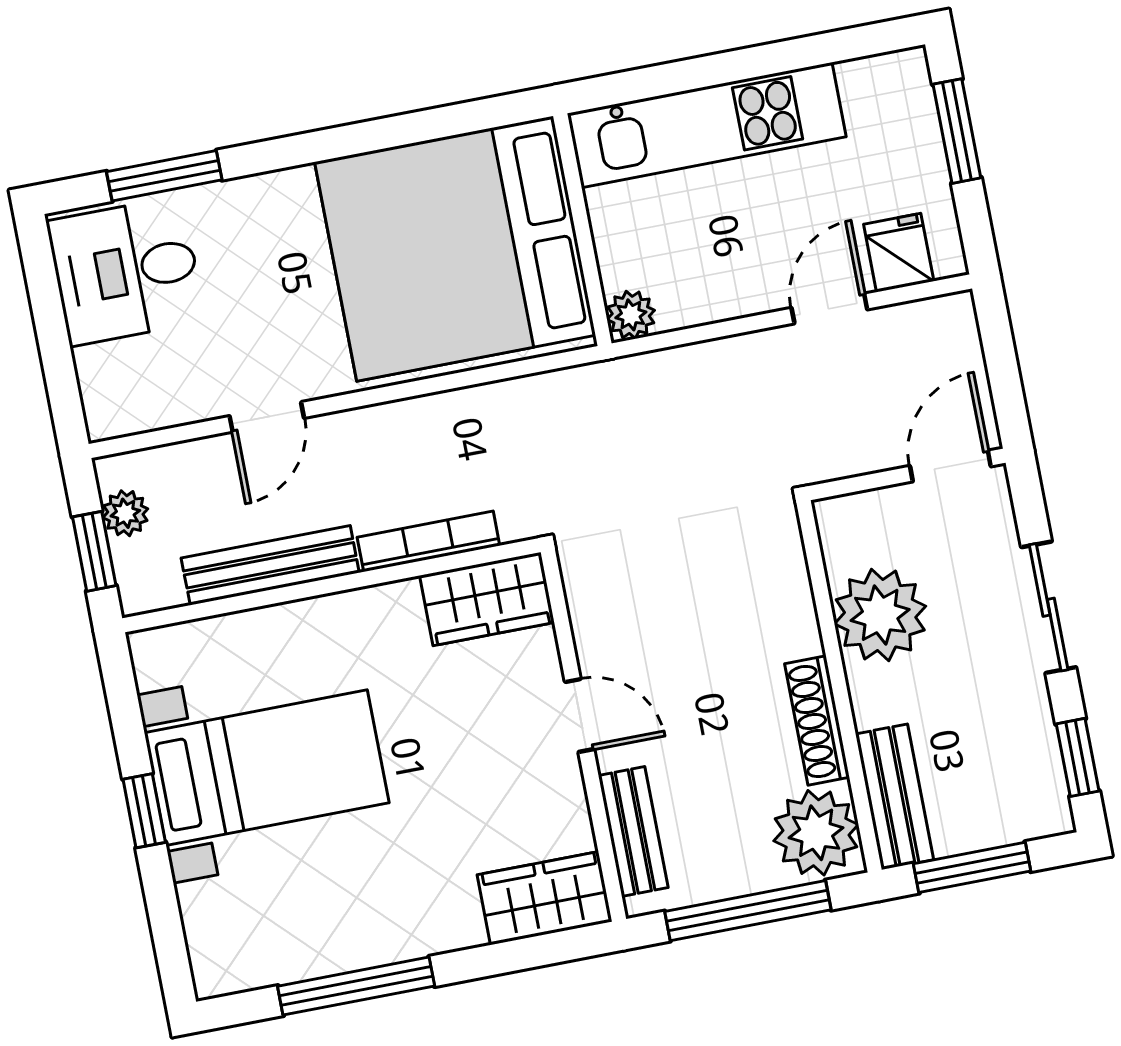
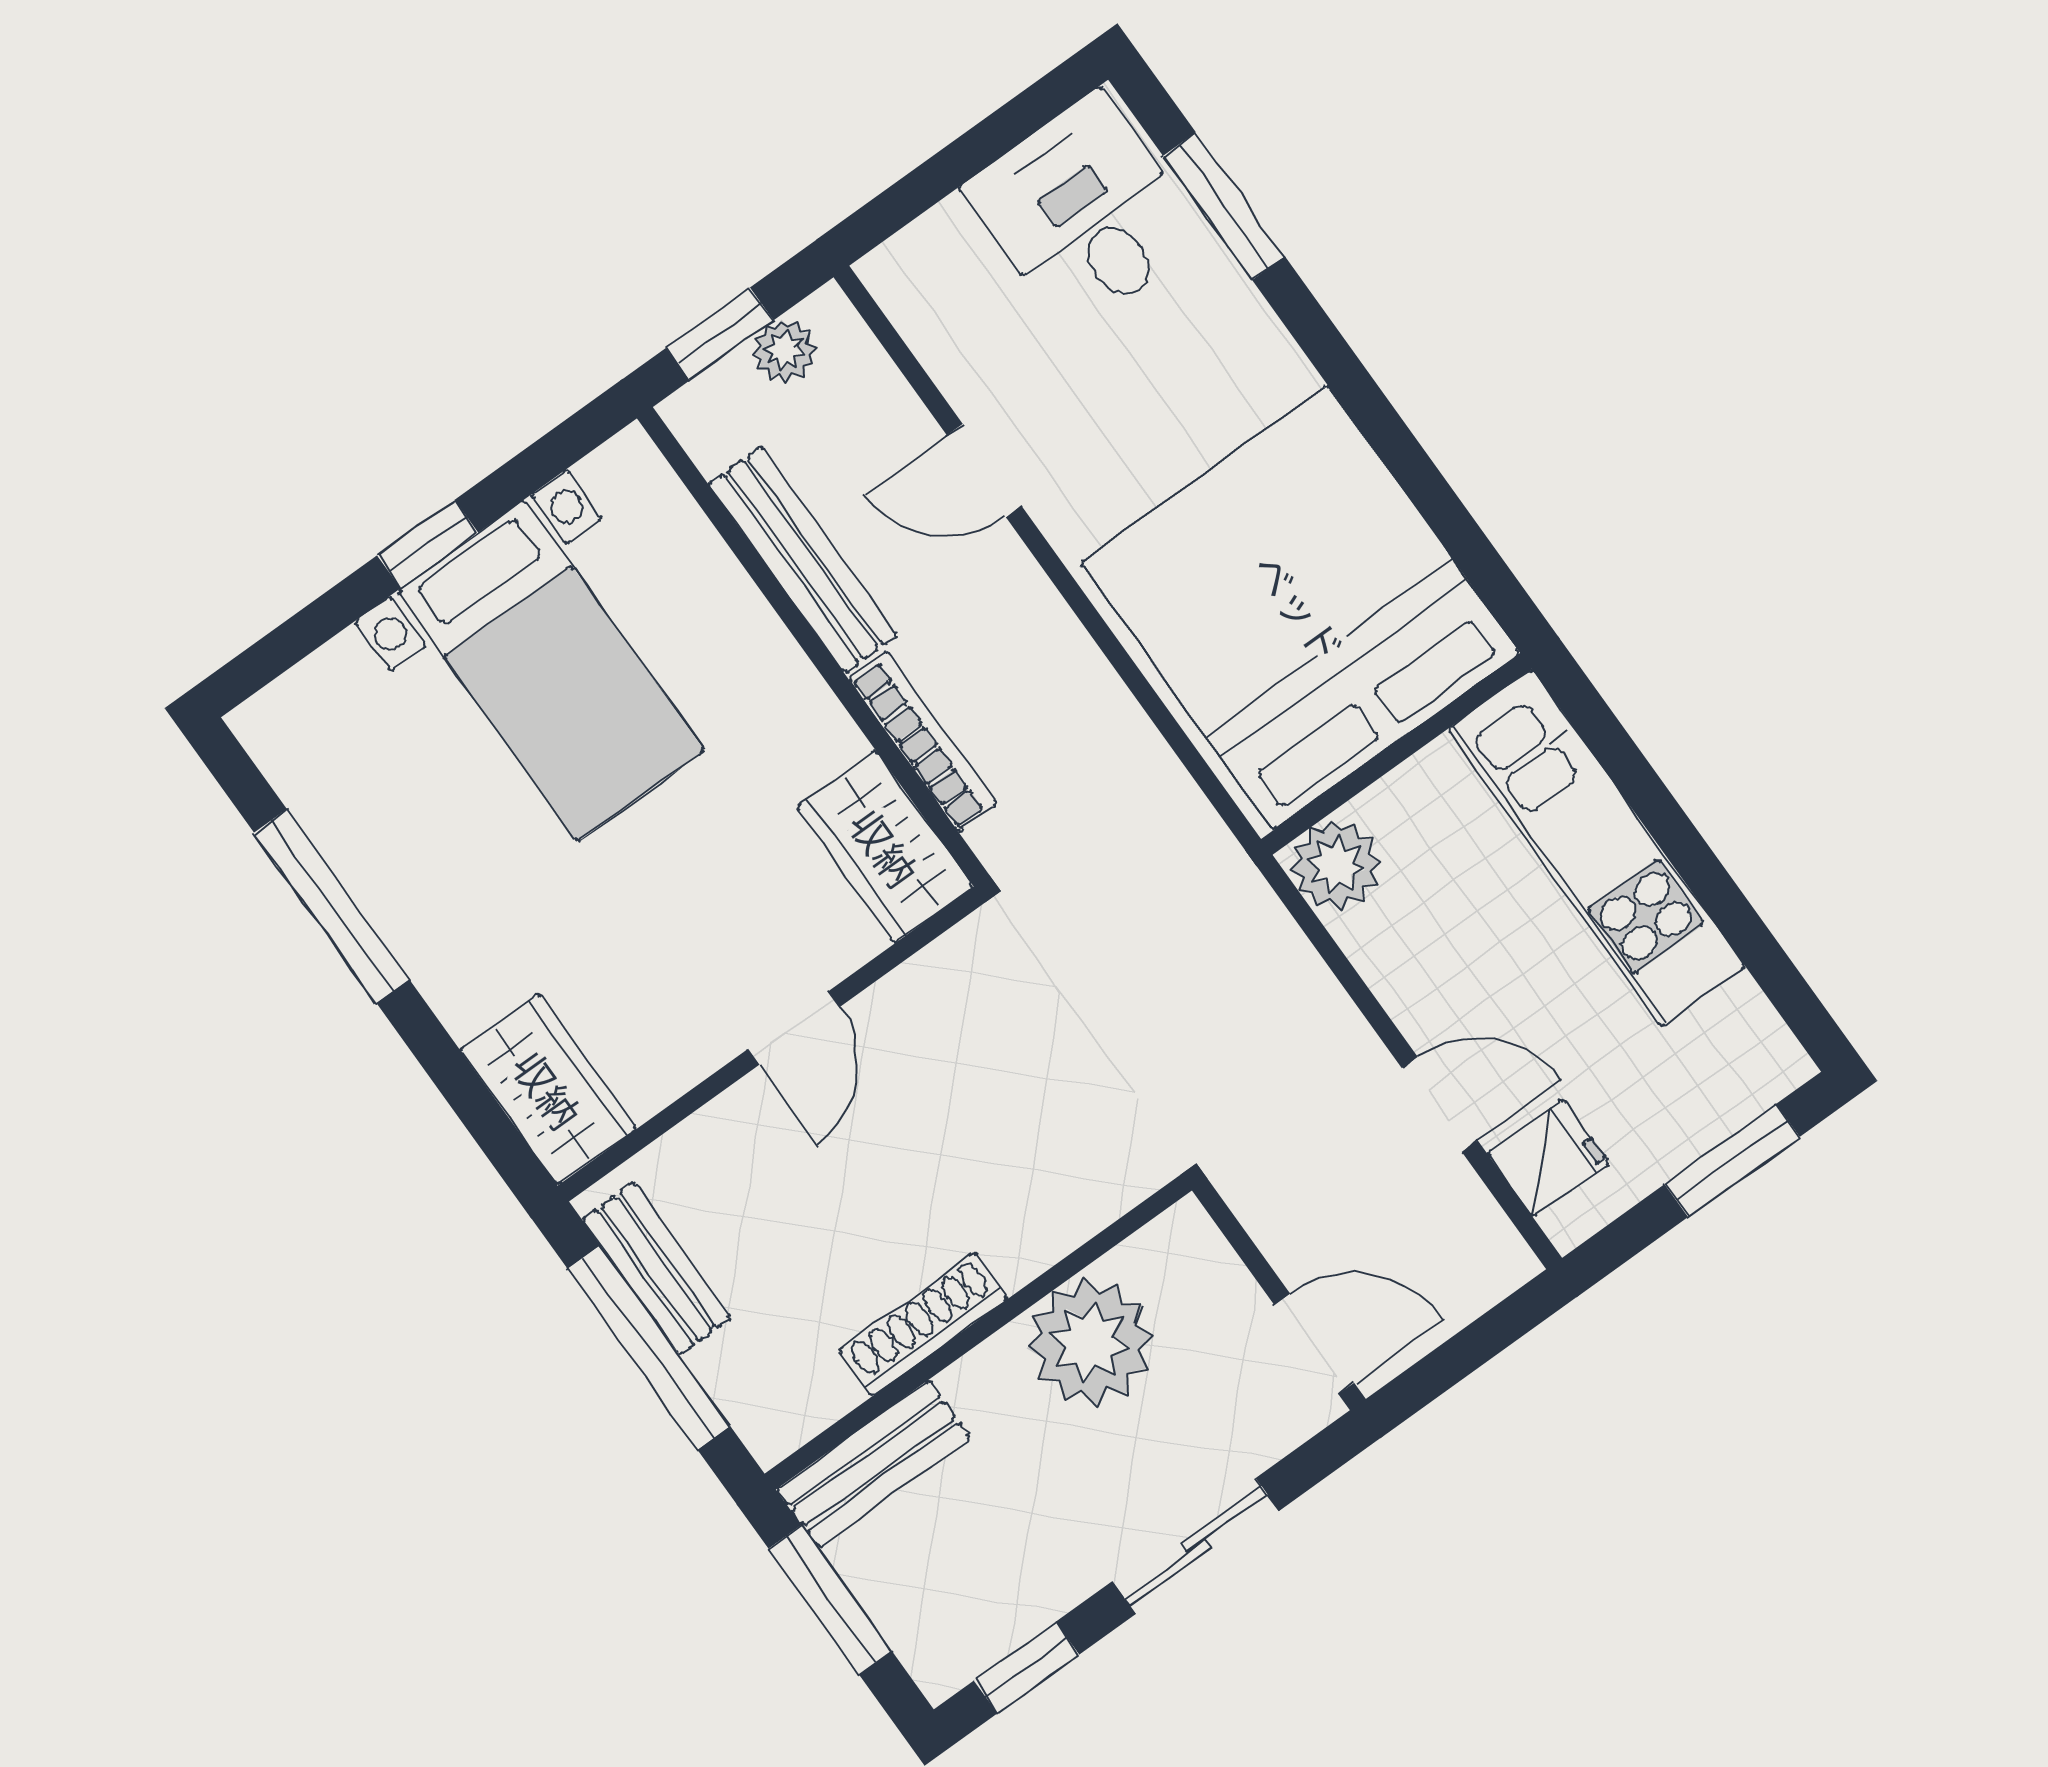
plant: (631, 315) -> (1336, 865), width x1.38, depth x1.38
bench: (633, 832) -> (657, 1269), moved, turned 90
plant: (816, 833) -> (784, 1387), removed

